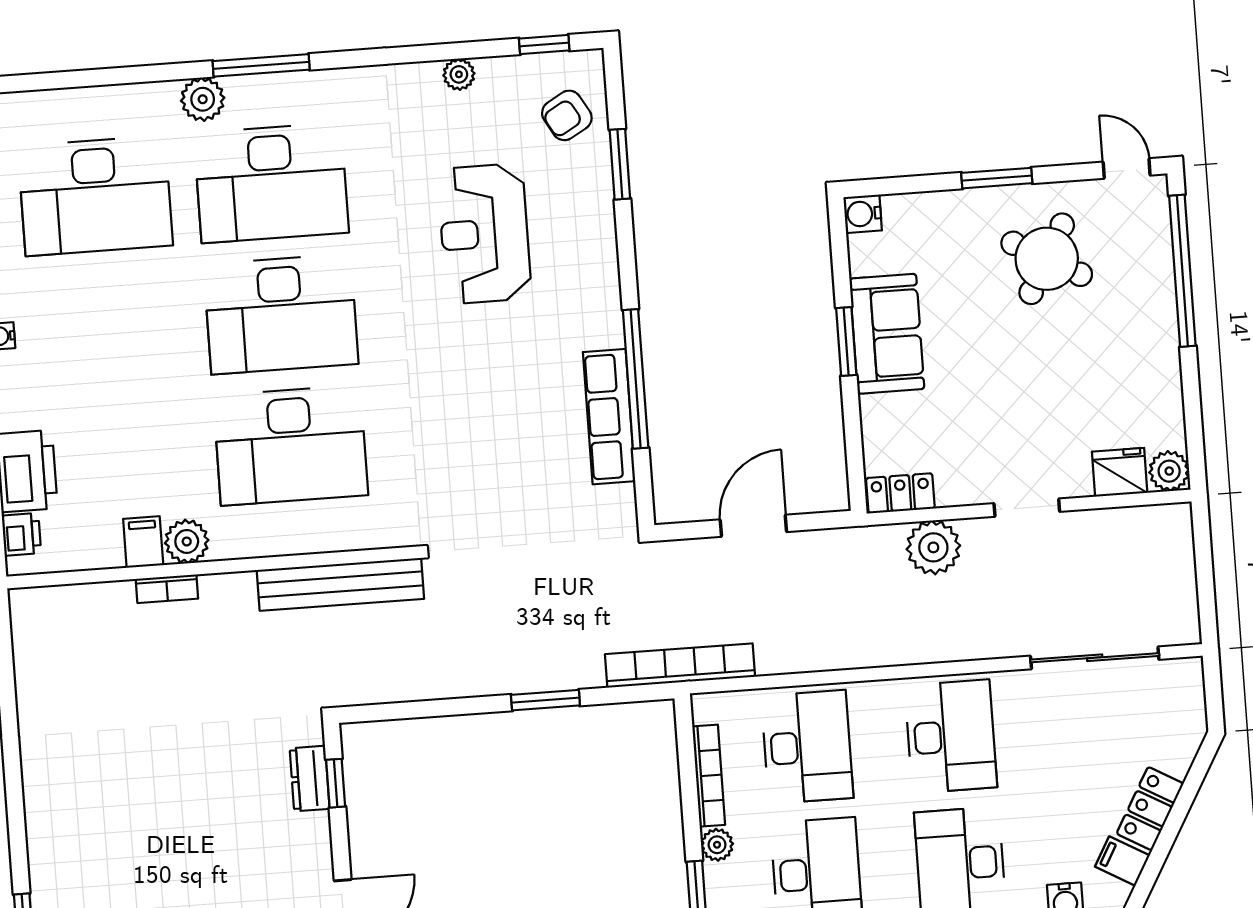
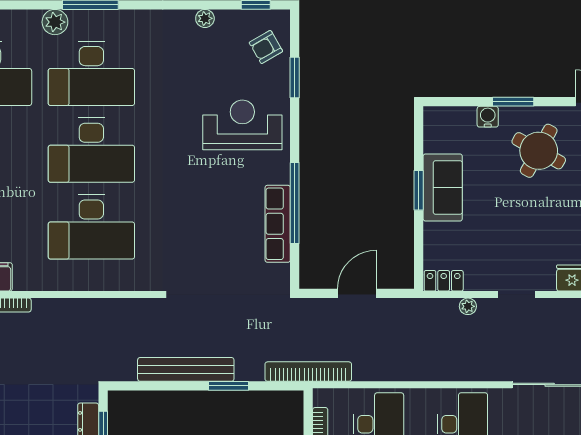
water cooler: (863, 214) -> (488, 117), moved, turned 90
reception desk: (484, 234) -> (242, 125), moved, turned 90
plant: (187, 541) -> (27, 278), removed
plant: (933, 547) -> (468, 306), width x0.53, depth x0.53
bench: (340, 584) -> (186, 369), moved

